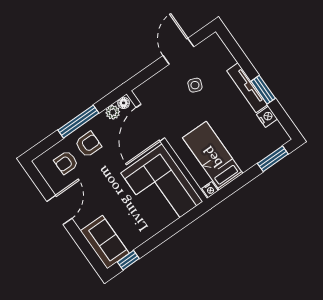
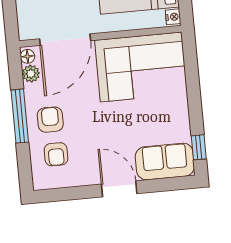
door: (150, 123) -> (65, 40), hinge flipped
door: (59, 210) -> (119, 189), moved

